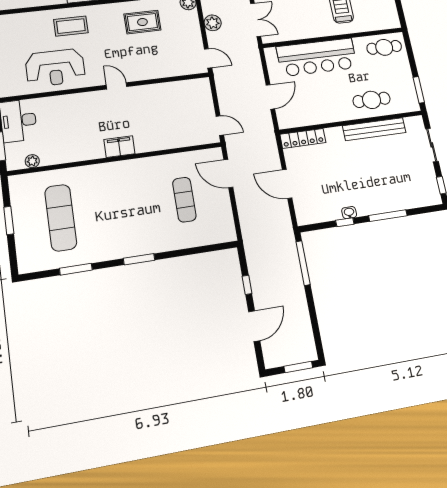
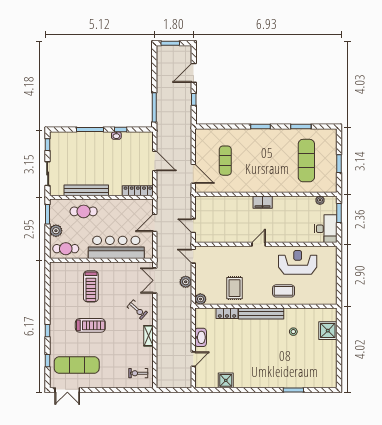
rug: (142, 22) -> (234, 288), turned 90
plant: (403, 69) -> (56, 231), added
door: (117, 86) -> (259, 244), swing flipped
door: (220, 126) -> (193, 226), moved

